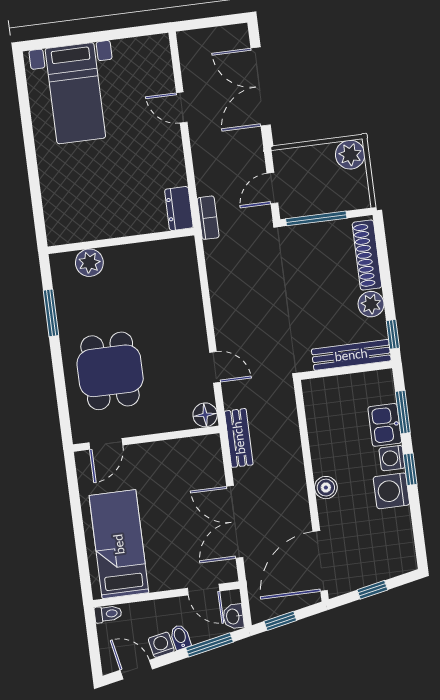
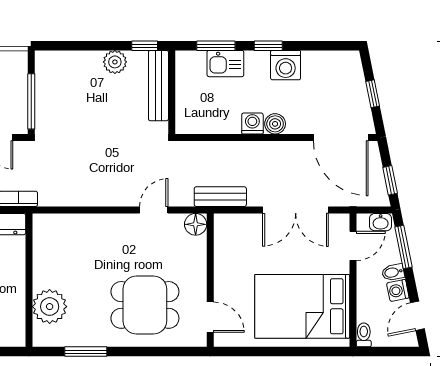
shoe rack: (367, 255) -> (70, 60), removed
plant: (89, 263) -> (50, 307), width x1.36, depth x1.36
washing machine: (392, 458) -> (252, 123), moved, turned 180
bed: (119, 544) -> (302, 306), width x1.50

